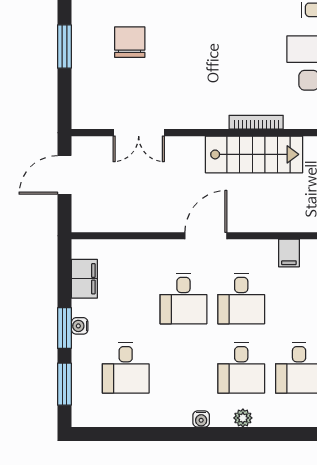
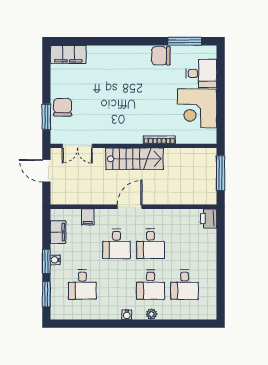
chair: (130, 42) -> (63, 107), moved
window: (64, 47) -> (46, 117), moved
double door: (139, 133) -> (77, 146), moved
stairs: (254, 154) -> (135, 159), moved
door: (64, 175) -> (46, 171), hinge flipped
filing cabinet: (289, 253) -> (88, 217), moved

